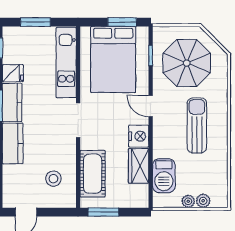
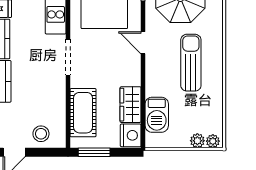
nightstand: (139, 136) -> (131, 135), moved
stool: (53, 179) -> (41, 134), moved
plant: (188, 201) -> (213, 141), moved

